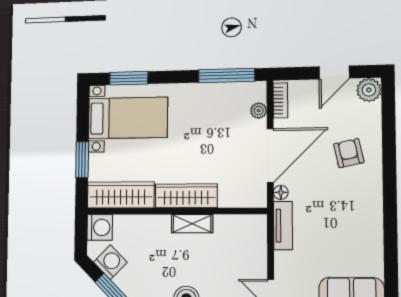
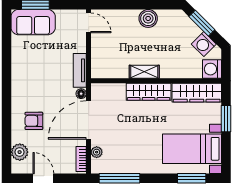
door: (334, 72) -> (43, 178), hinge flipped
plant: (369, 90) -> (20, 152), moved
armchair: (349, 153) -> (34, 121), turned 102

